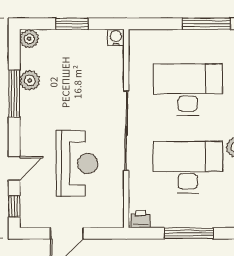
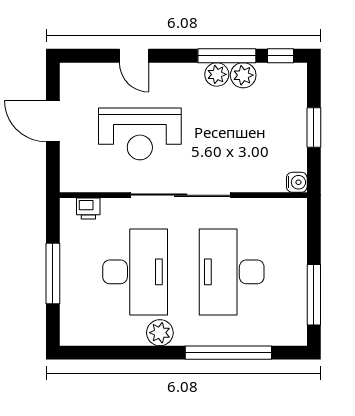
plant: (29, 39) -> (217, 74), moved
desk: (188, 90) -> (232, 272), turned 180
window: (14, 206) -> (281, 56), moved
printer: (141, 219) -> (88, 209), moved, turned 90

